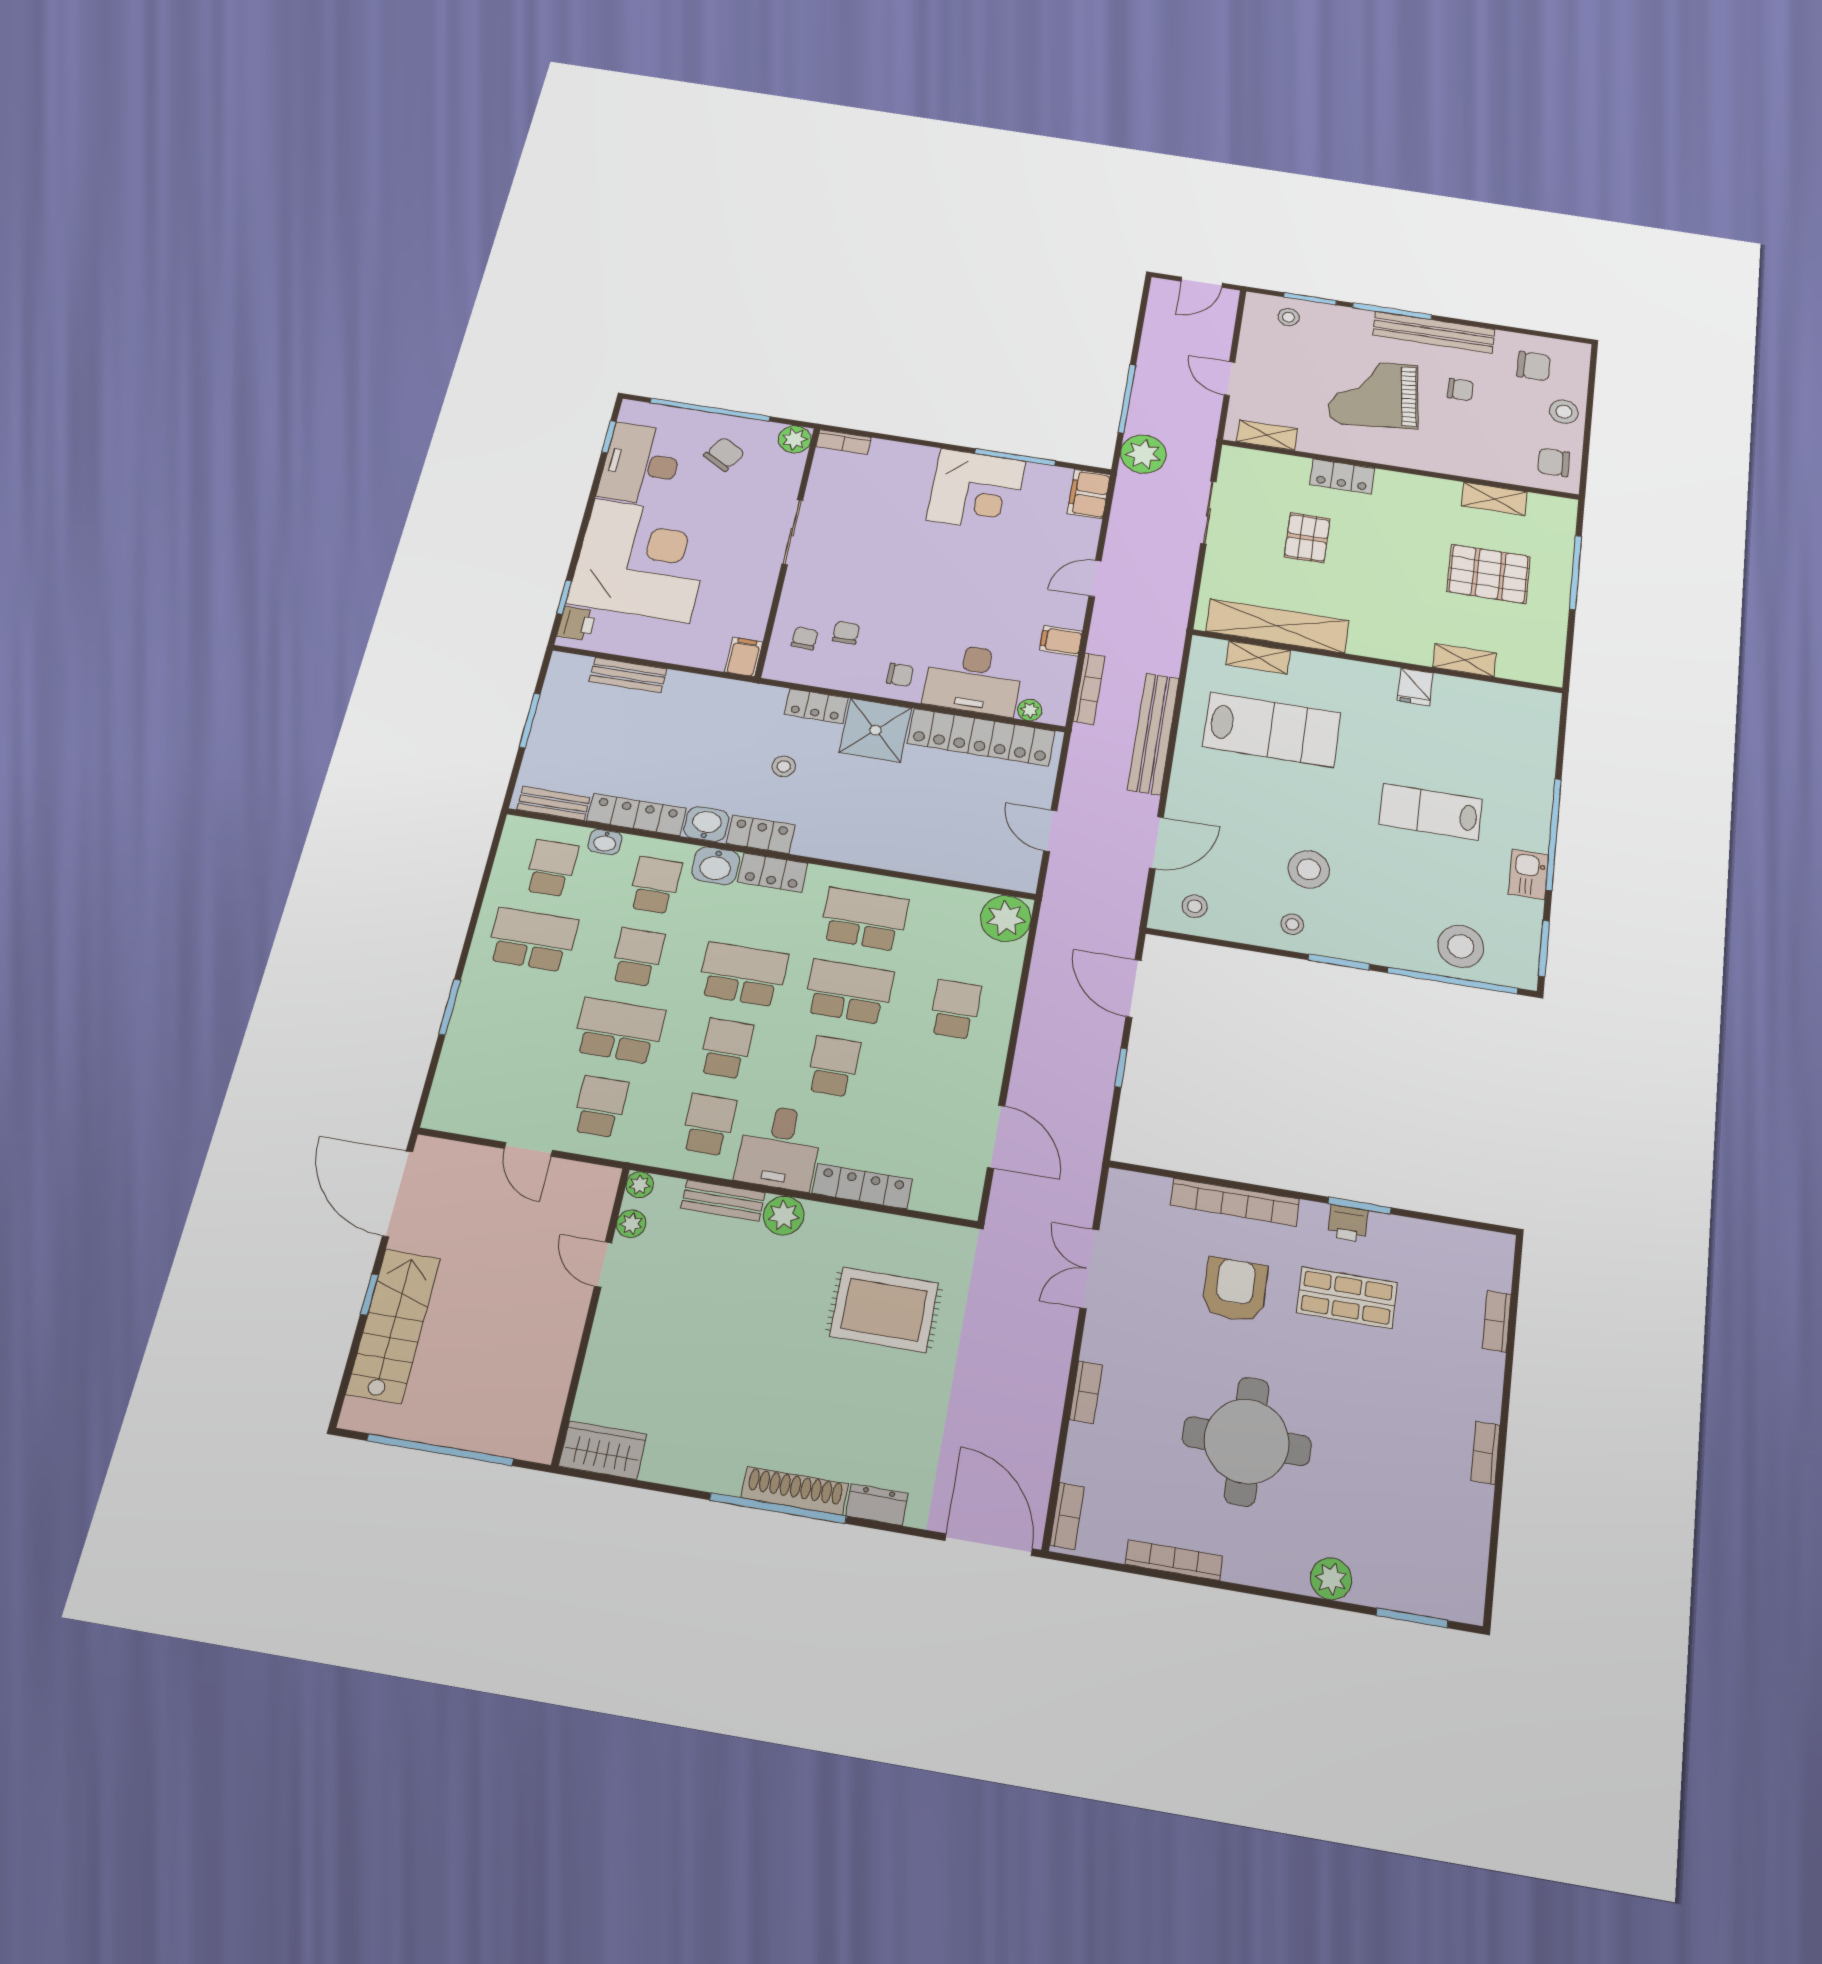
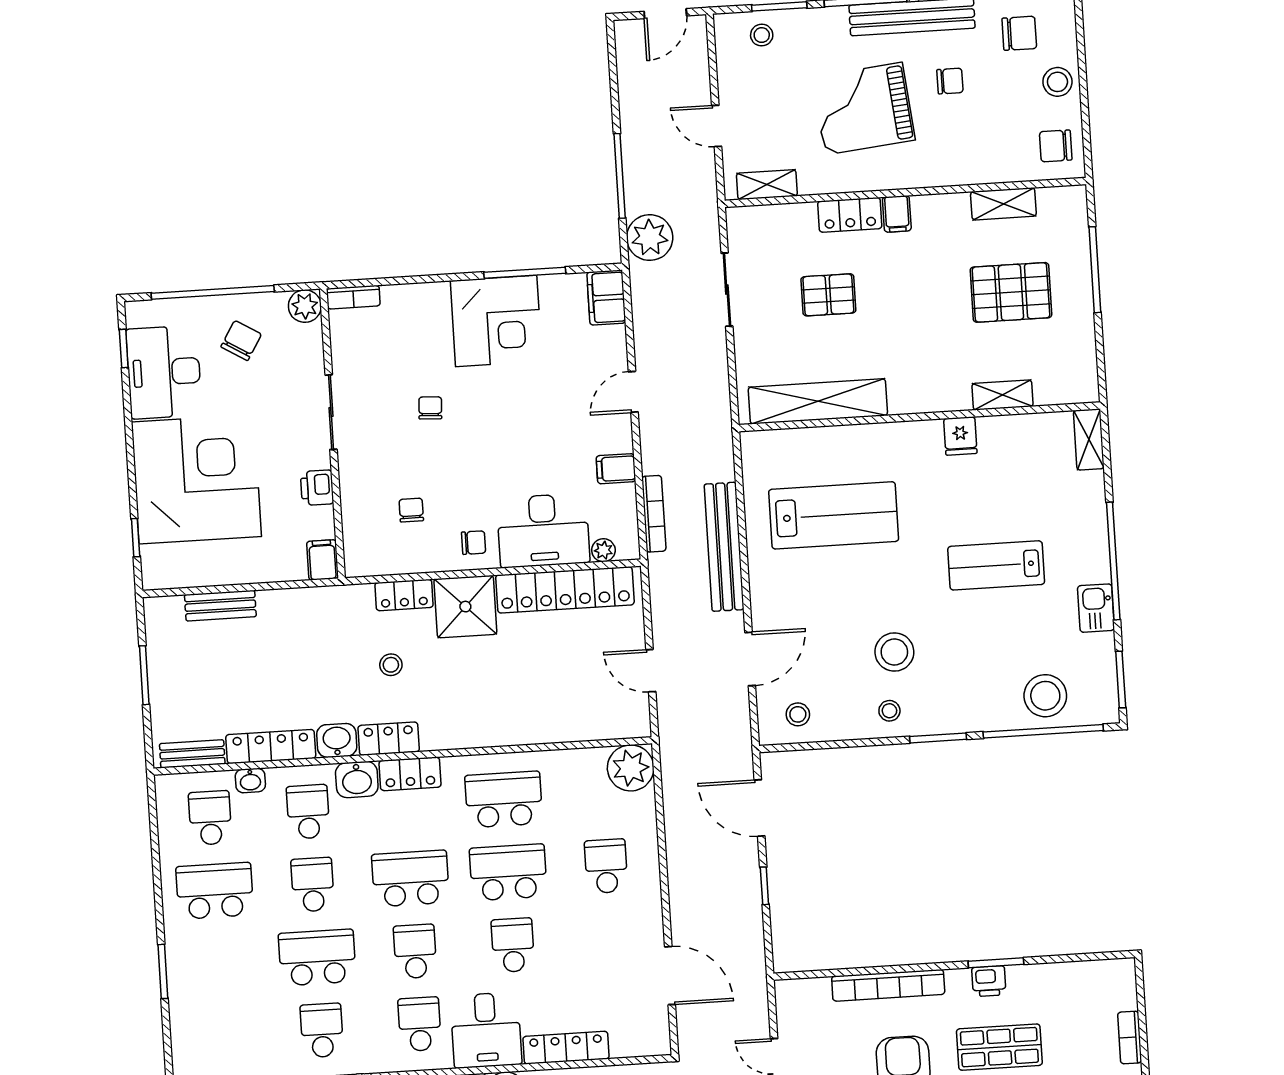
filing cabinet: (1388, 485) -> (897, 214), added
pallet: (1307, 538) -> (828, 295), turned 90
printer: (577, 623) -> (317, 488), moved, turned 180
chair: (805, 638) -> (430, 408), moved
shelving: (1258, 658) -> (1089, 439), moved, turned 90

